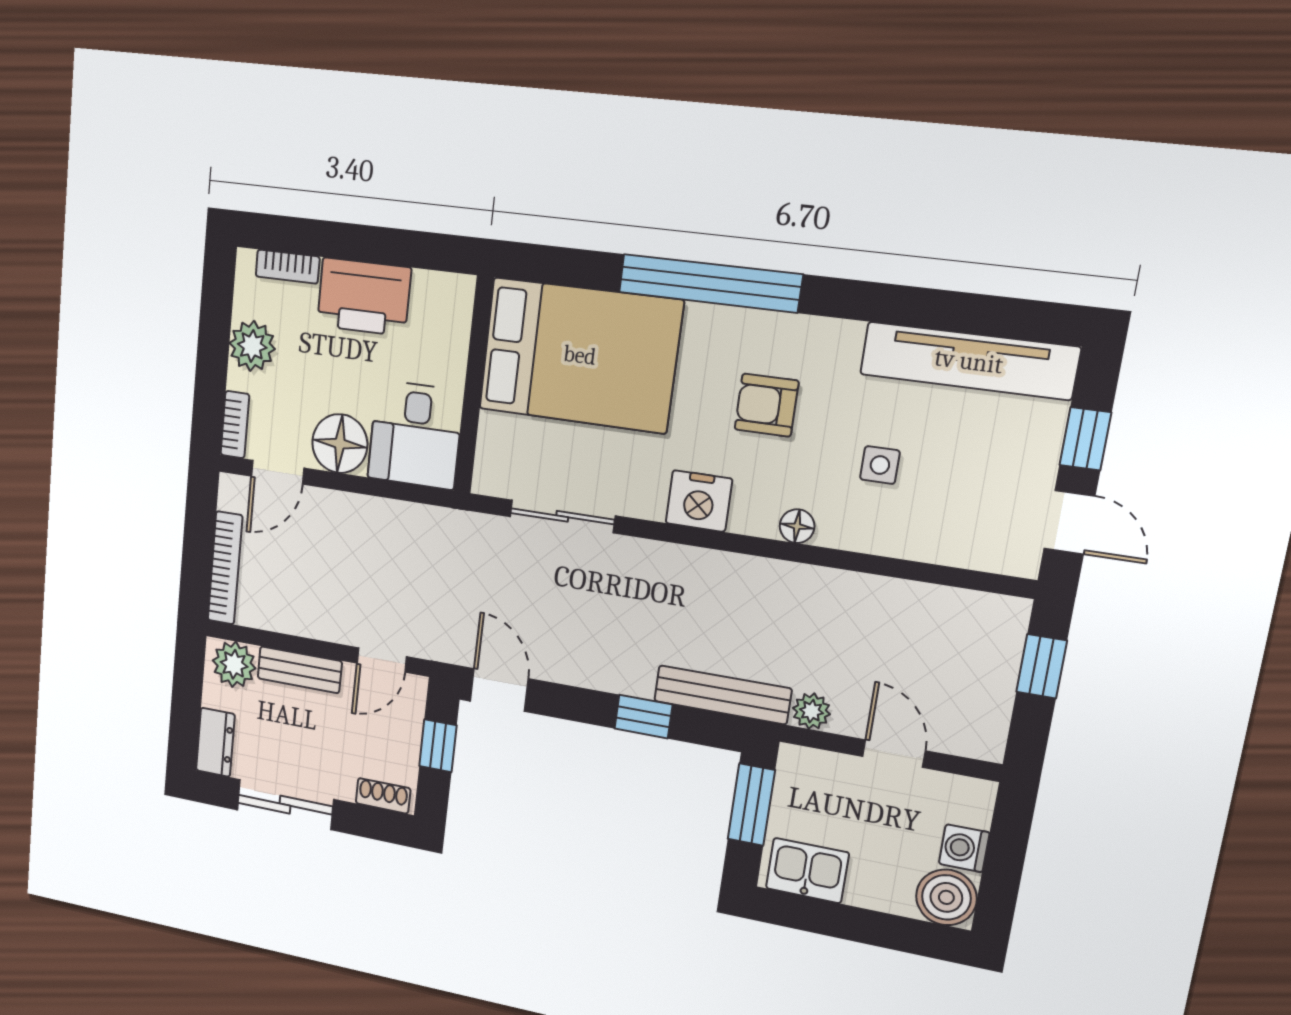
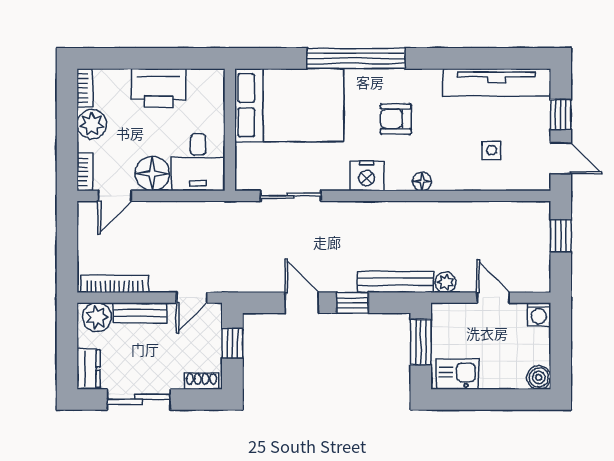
bookcase: (288, 267) -> (85, 88), moved, turned -90
side table: (880, 465) -> (492, 150), moved
bookcase: (225, 568) -> (115, 284), moved, turned -90
door: (499, 690) -> (302, 303), moved
washing machine: (964, 848) -> (539, 314), moved, turned -90
boiler: (946, 897) -> (539, 377), width x0.73, depth x0.73

